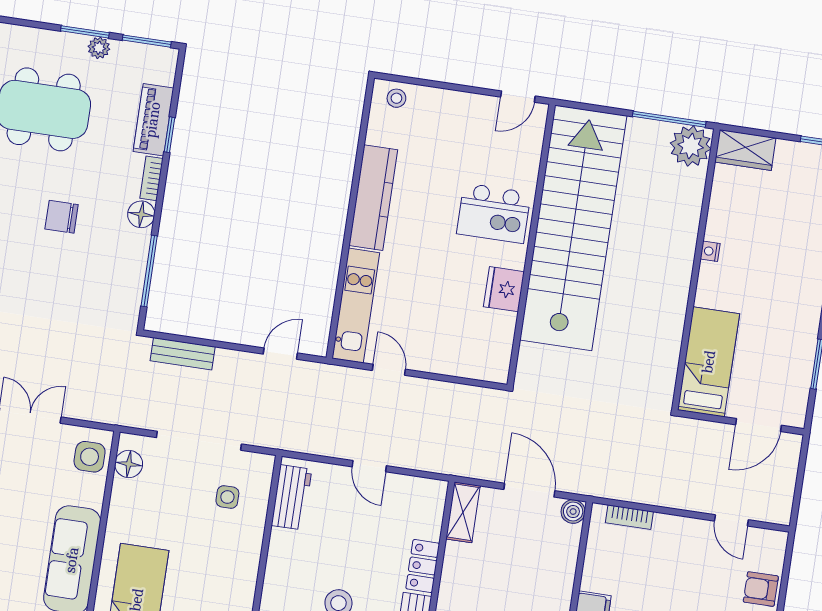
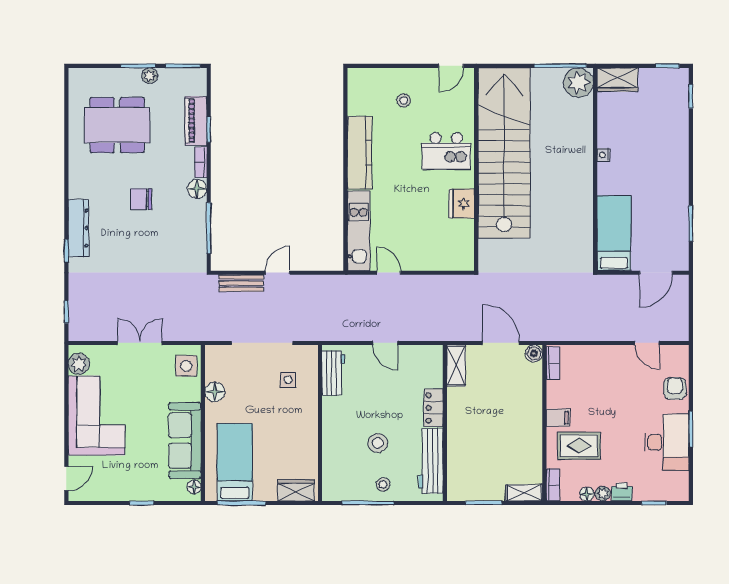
stool: (396, 98) -> (404, 100), moved
door: (280, 354) -> (278, 273), moved
floor lamp: (129, 464) -> (215, 392), moved
bookcase: (629, 517) -> (553, 363), moved, turned -90
armchair: (761, 589) -> (675, 388), turned 90

